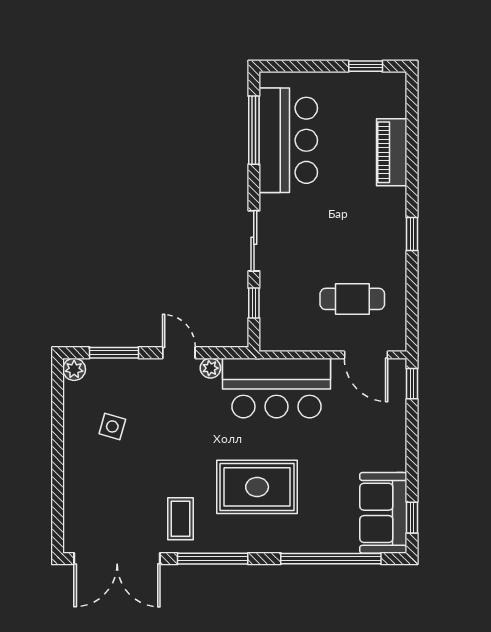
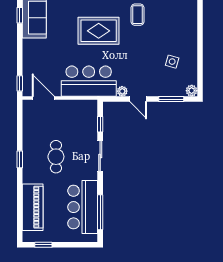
piano: (392, 152) -> (33, 207), width x1.37, depth x1.33
cafe table: (352, 299) -> (56, 157), moved, turned 90

